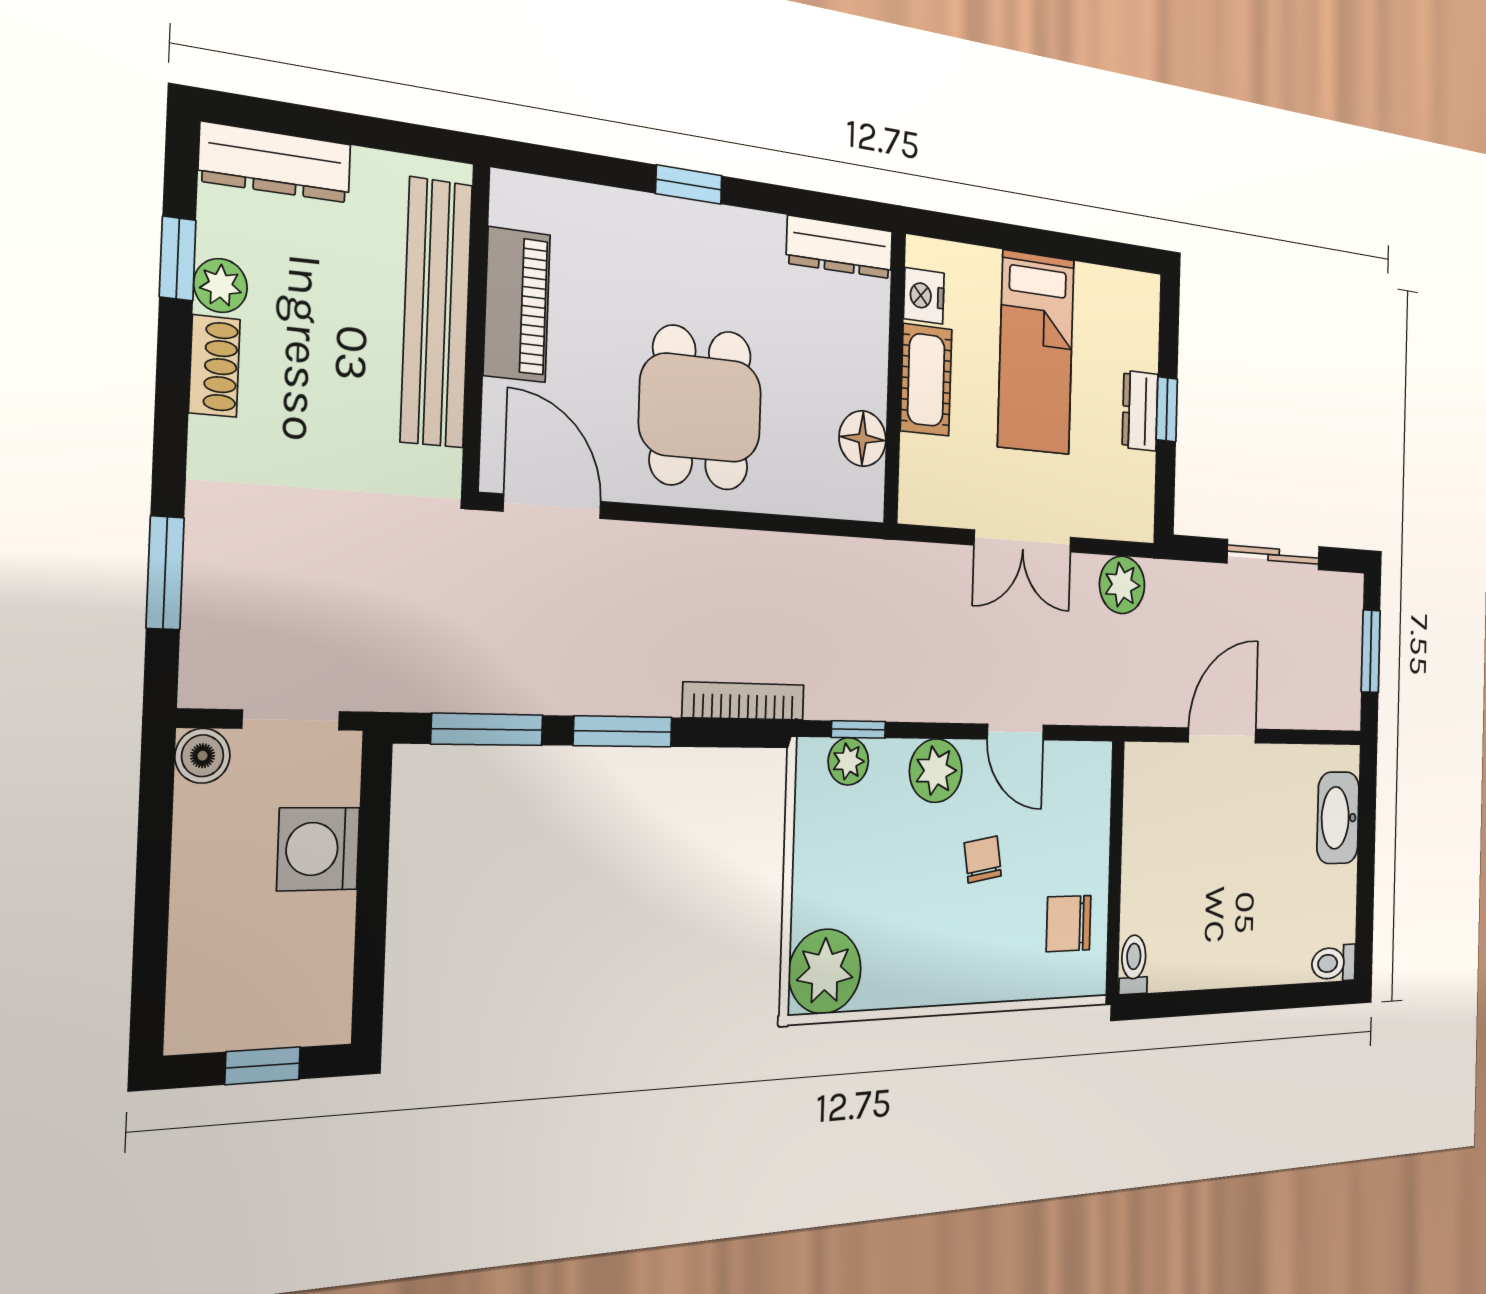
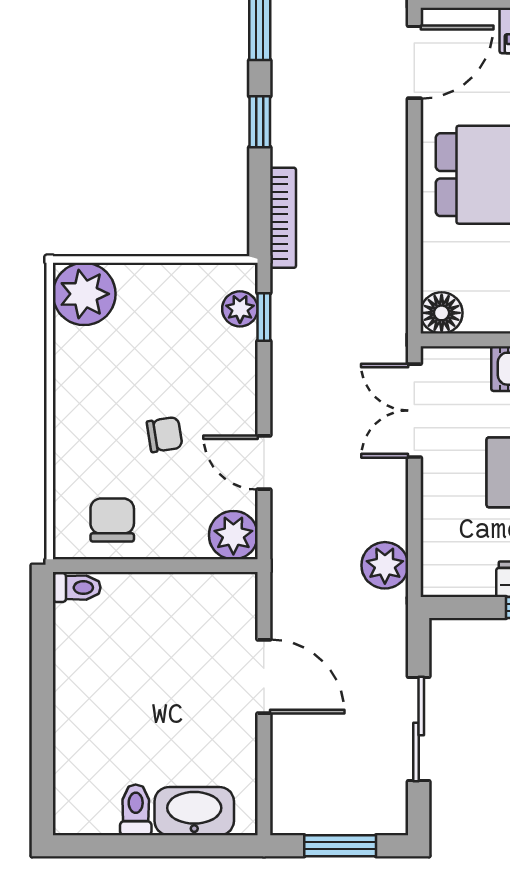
floor lamp: (863, 439) -> (442, 313), moved
double door: (1023, 541) -> (414, 411), moved
window: (623, 731) -> (260, 122), width x0.67
door: (1016, 732) -> (264, 463), hinge flipped
plant: (936, 771) -> (233, 535), moved
toilet: (1334, 963) -> (136, 810), moved

